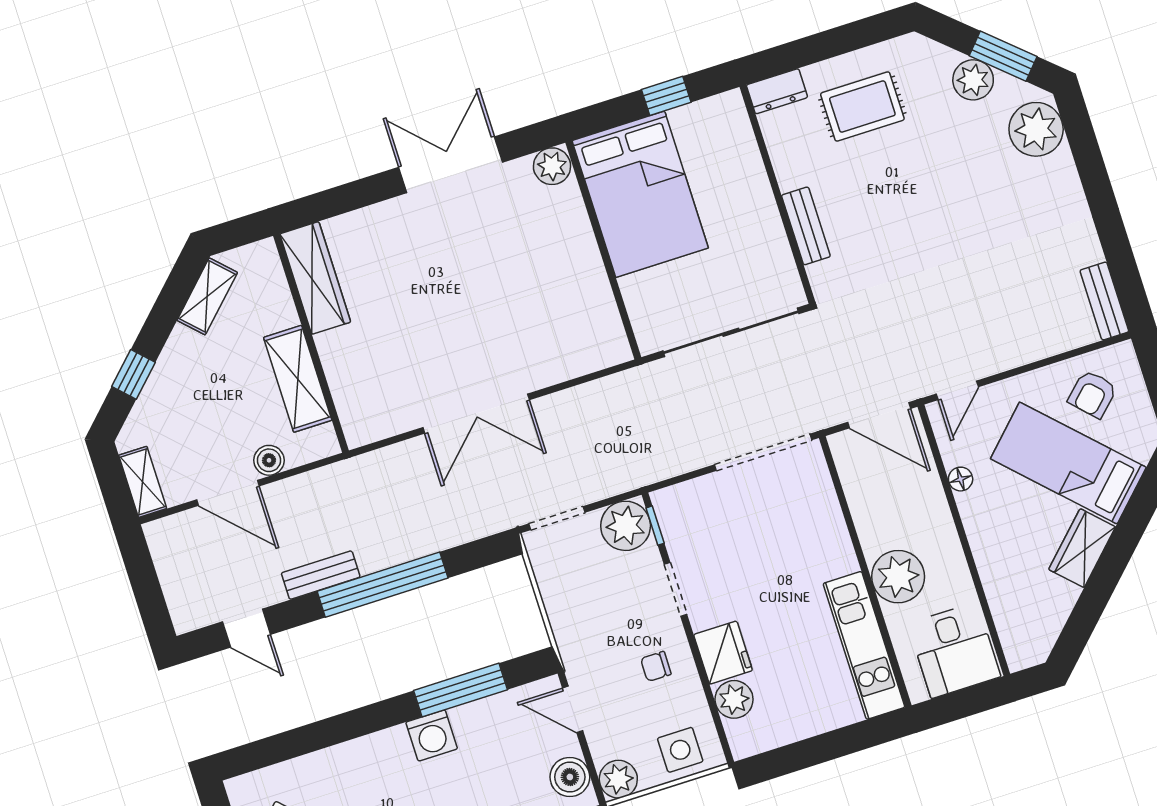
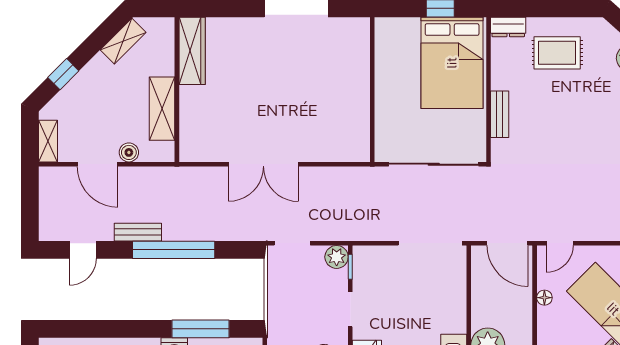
plant: (552, 166) -> (357, 29), removed
bed: (640, 194) -> (452, 63), moved
plant: (626, 526) -> (337, 257), width x0.73, depth x0.73
door: (246, 628) -> (83, 250), hinge flipped

